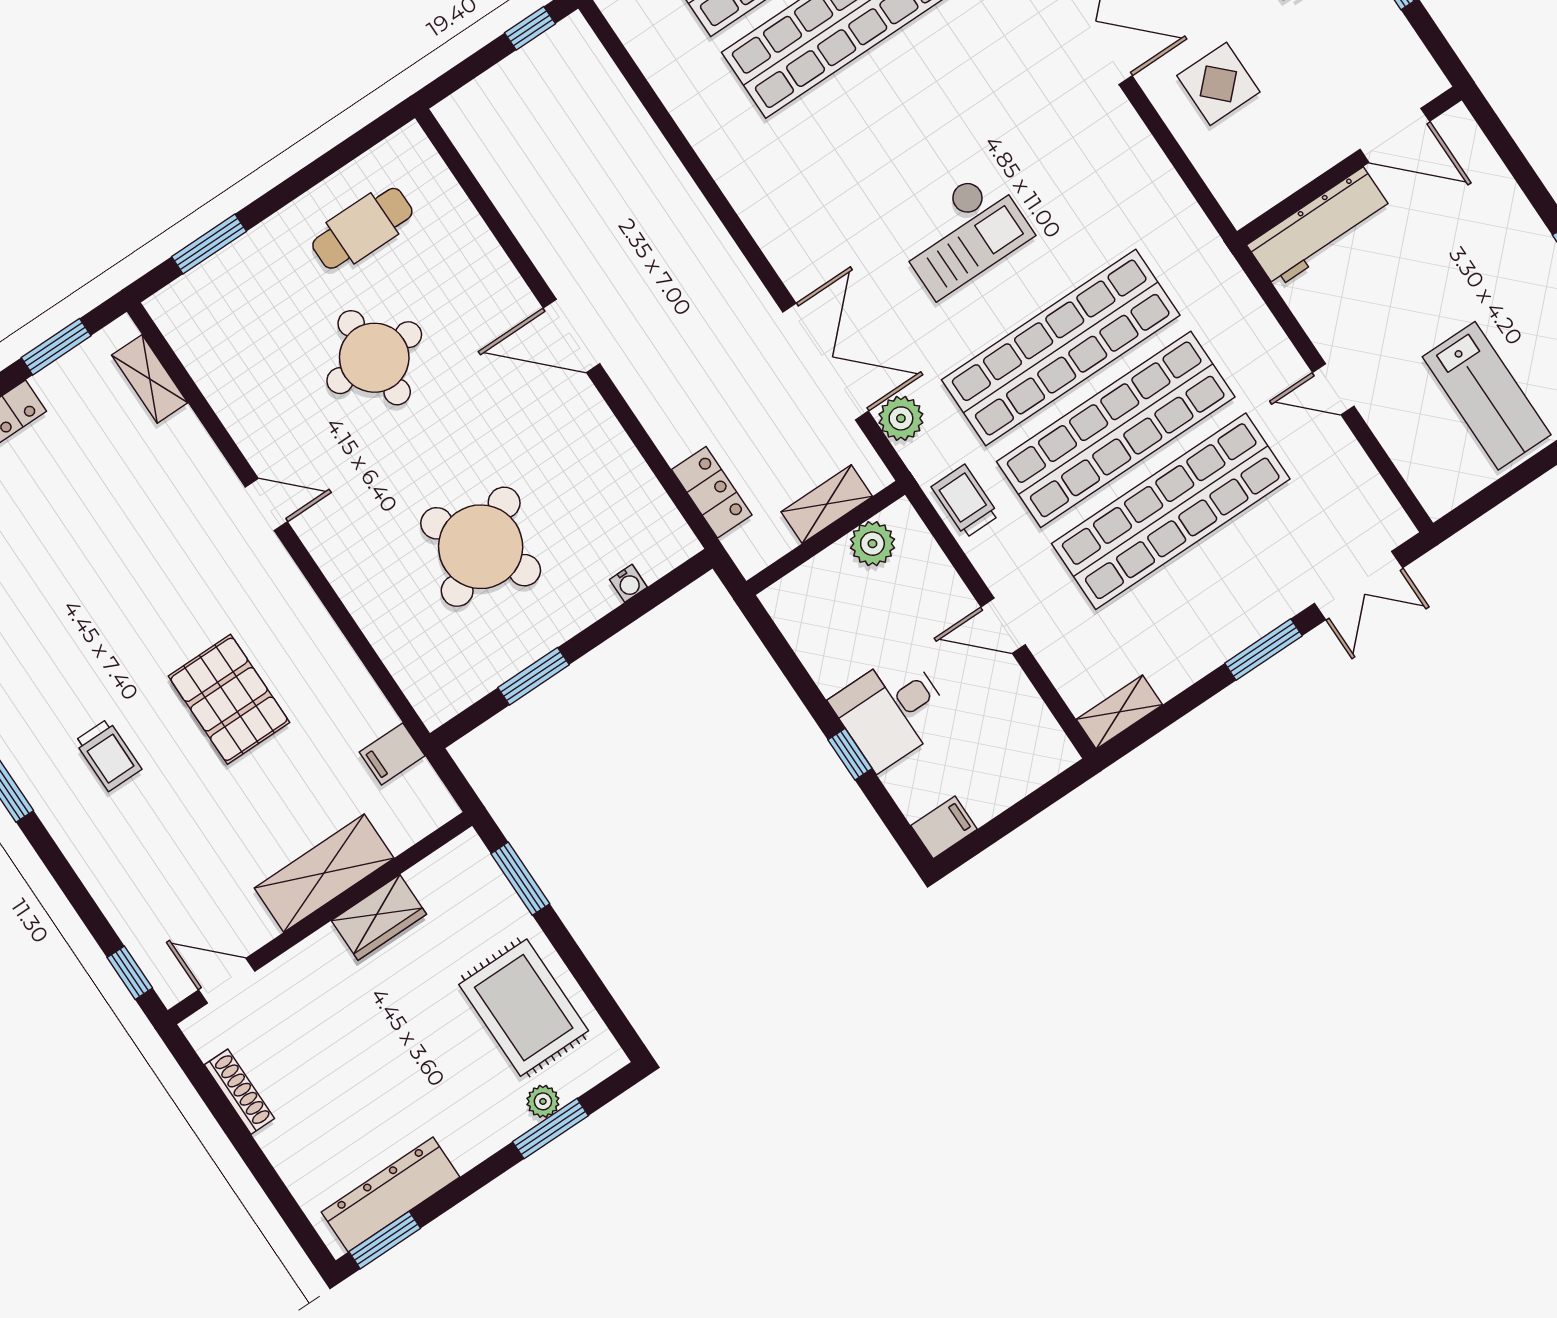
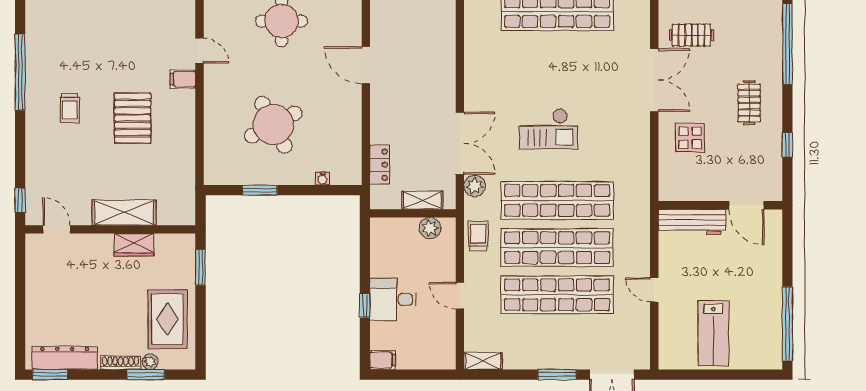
filing cabinet: (392, 754) -> (183, 79), moved
shoe rack: (239, 1092) -> (121, 363), moved, turned -90

